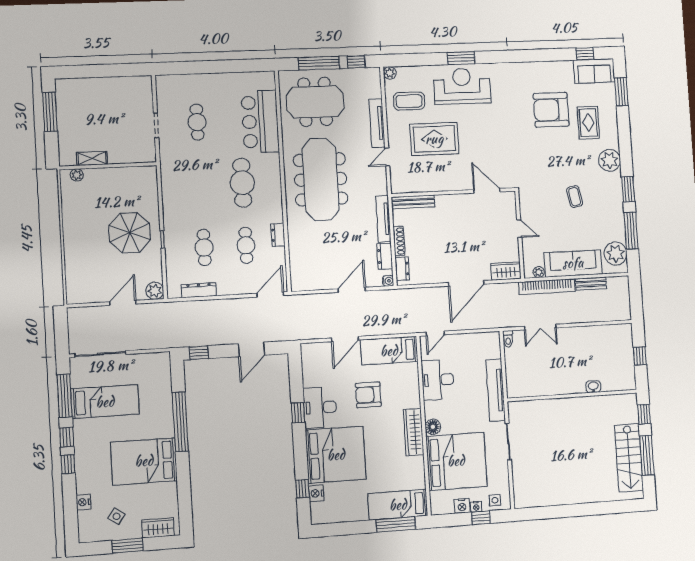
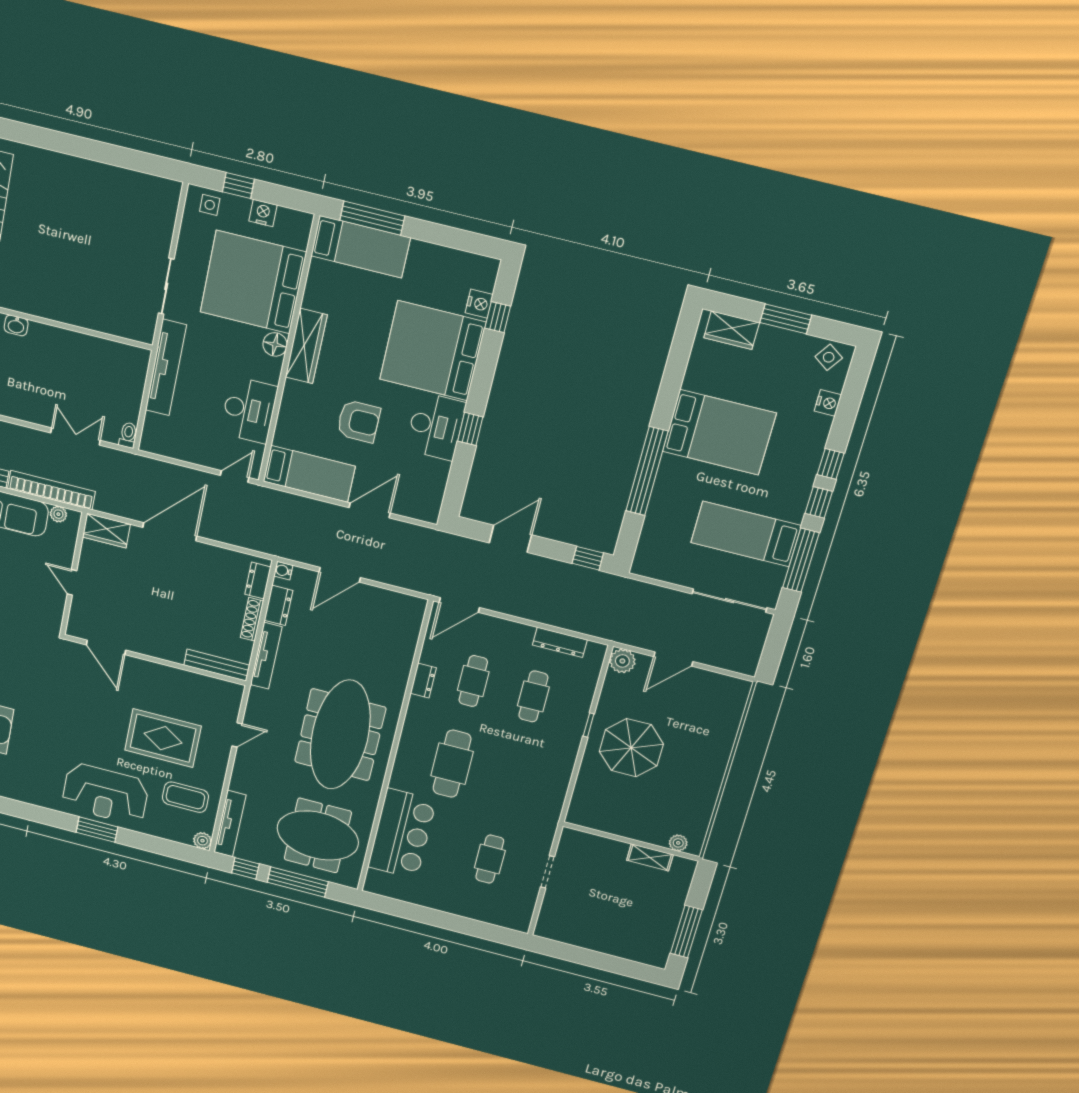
tv unit: (377, 123) -> (230, 824), moved
nightstand: (476, 507) -> (241, 205), removed
side table: (117, 516) -> (829, 357), moved

